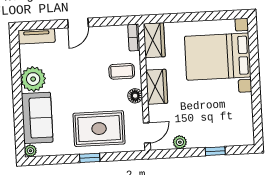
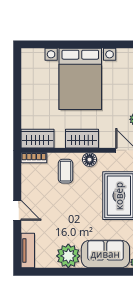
bed with nightstands: (218, 57) -> (80, 79), moved

